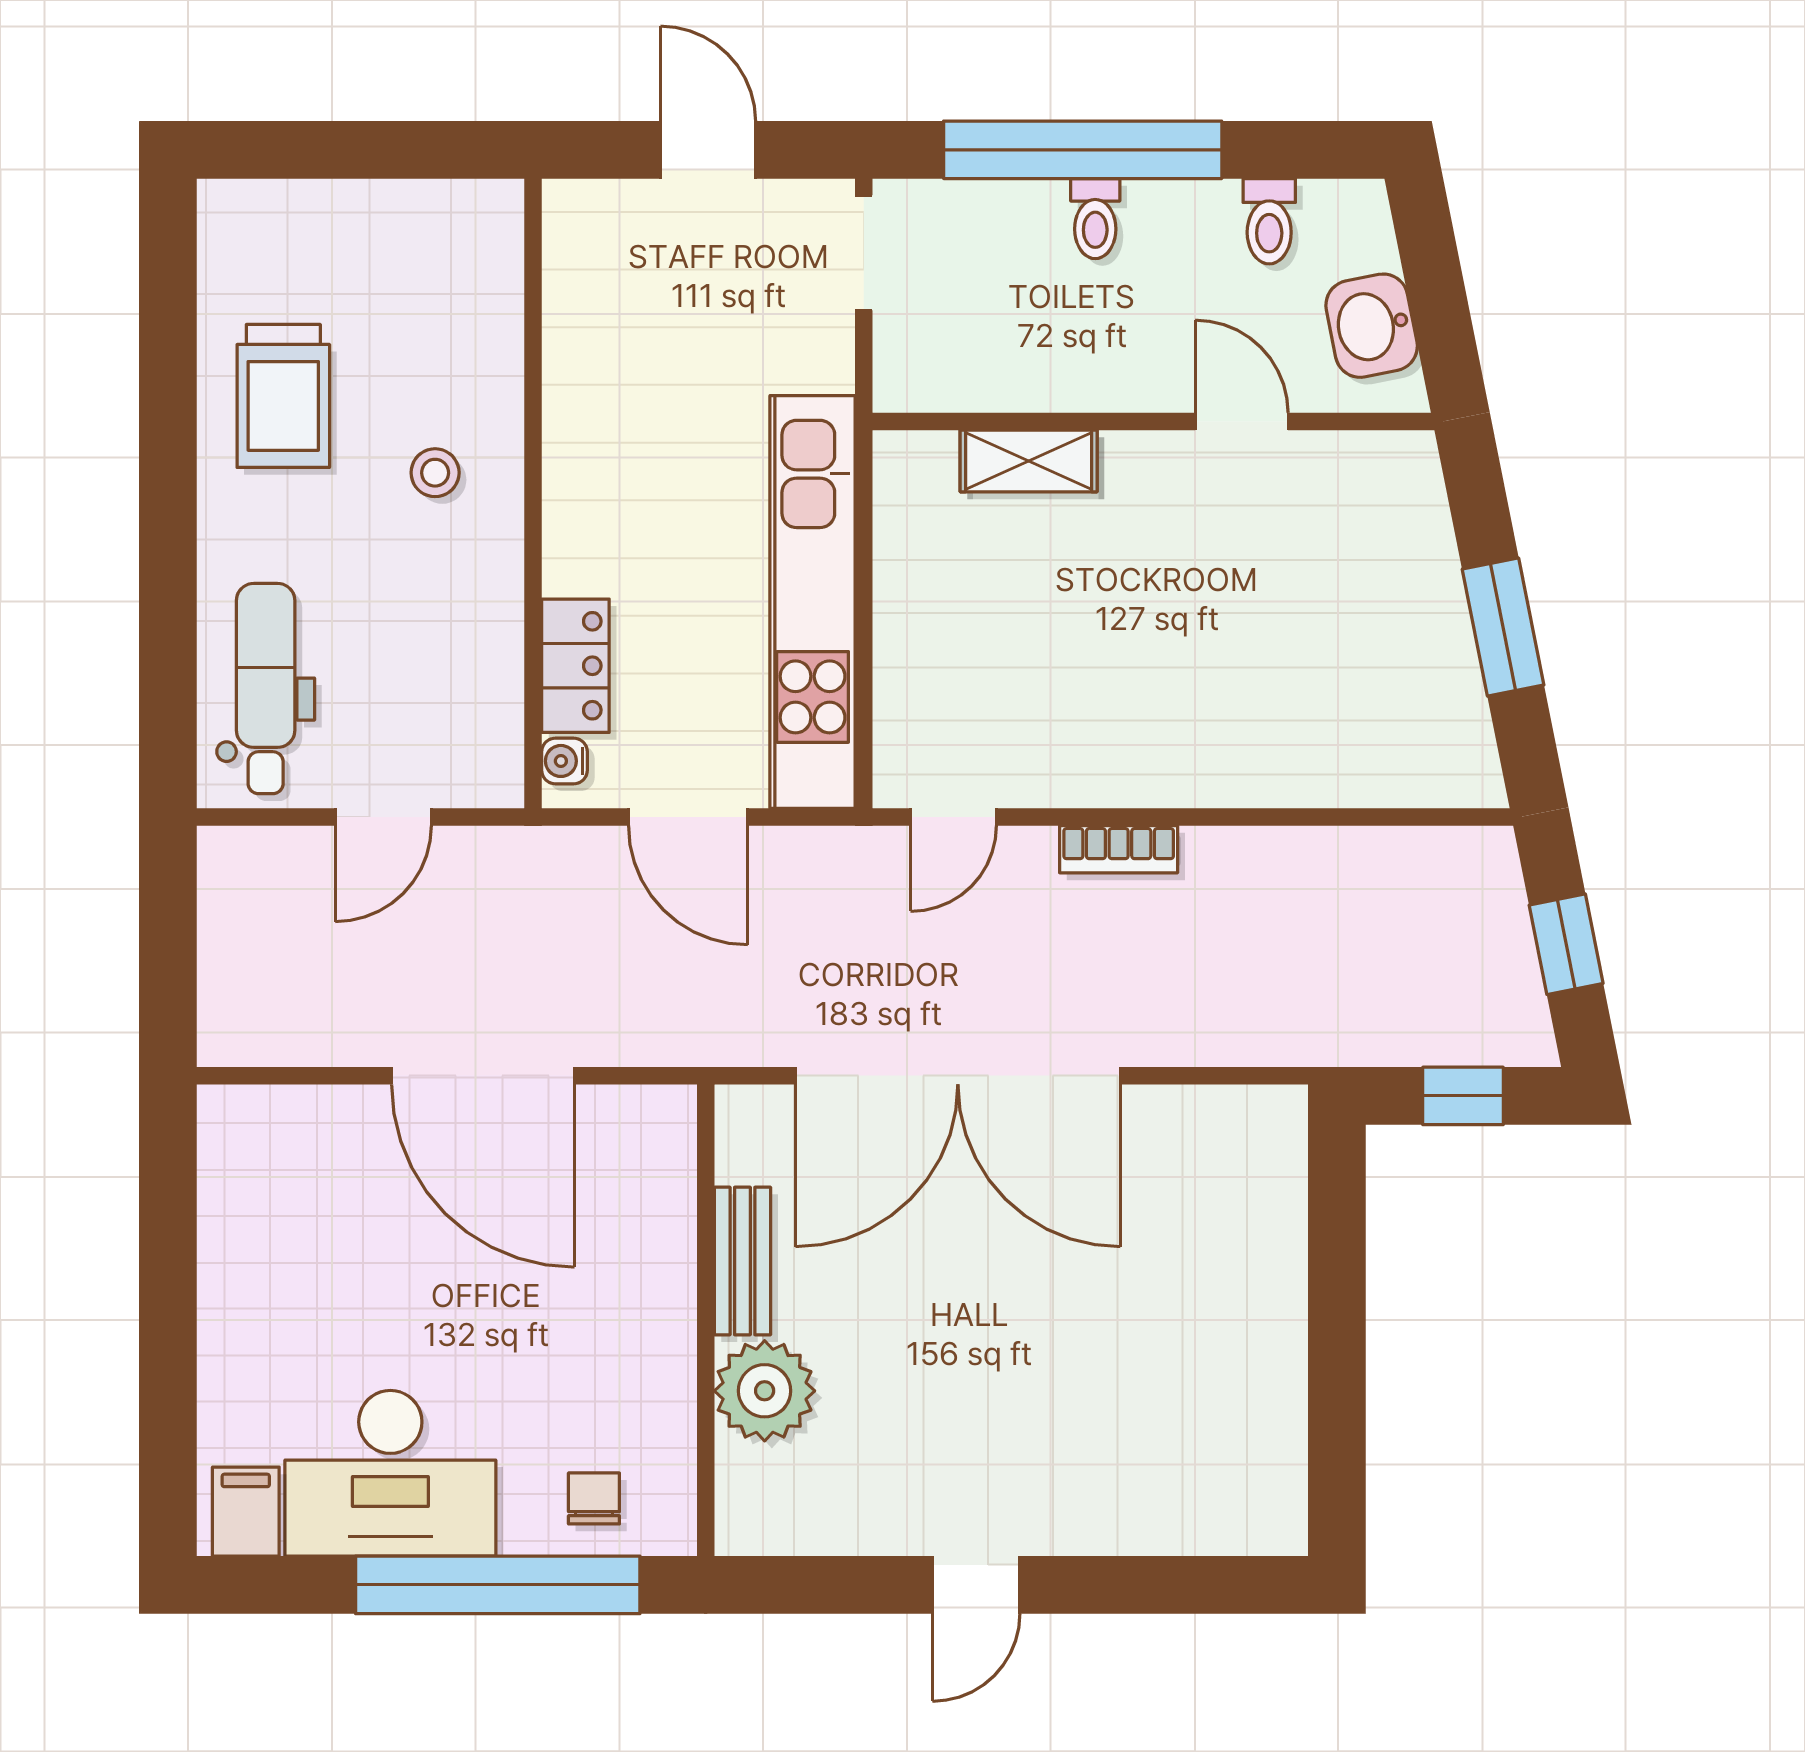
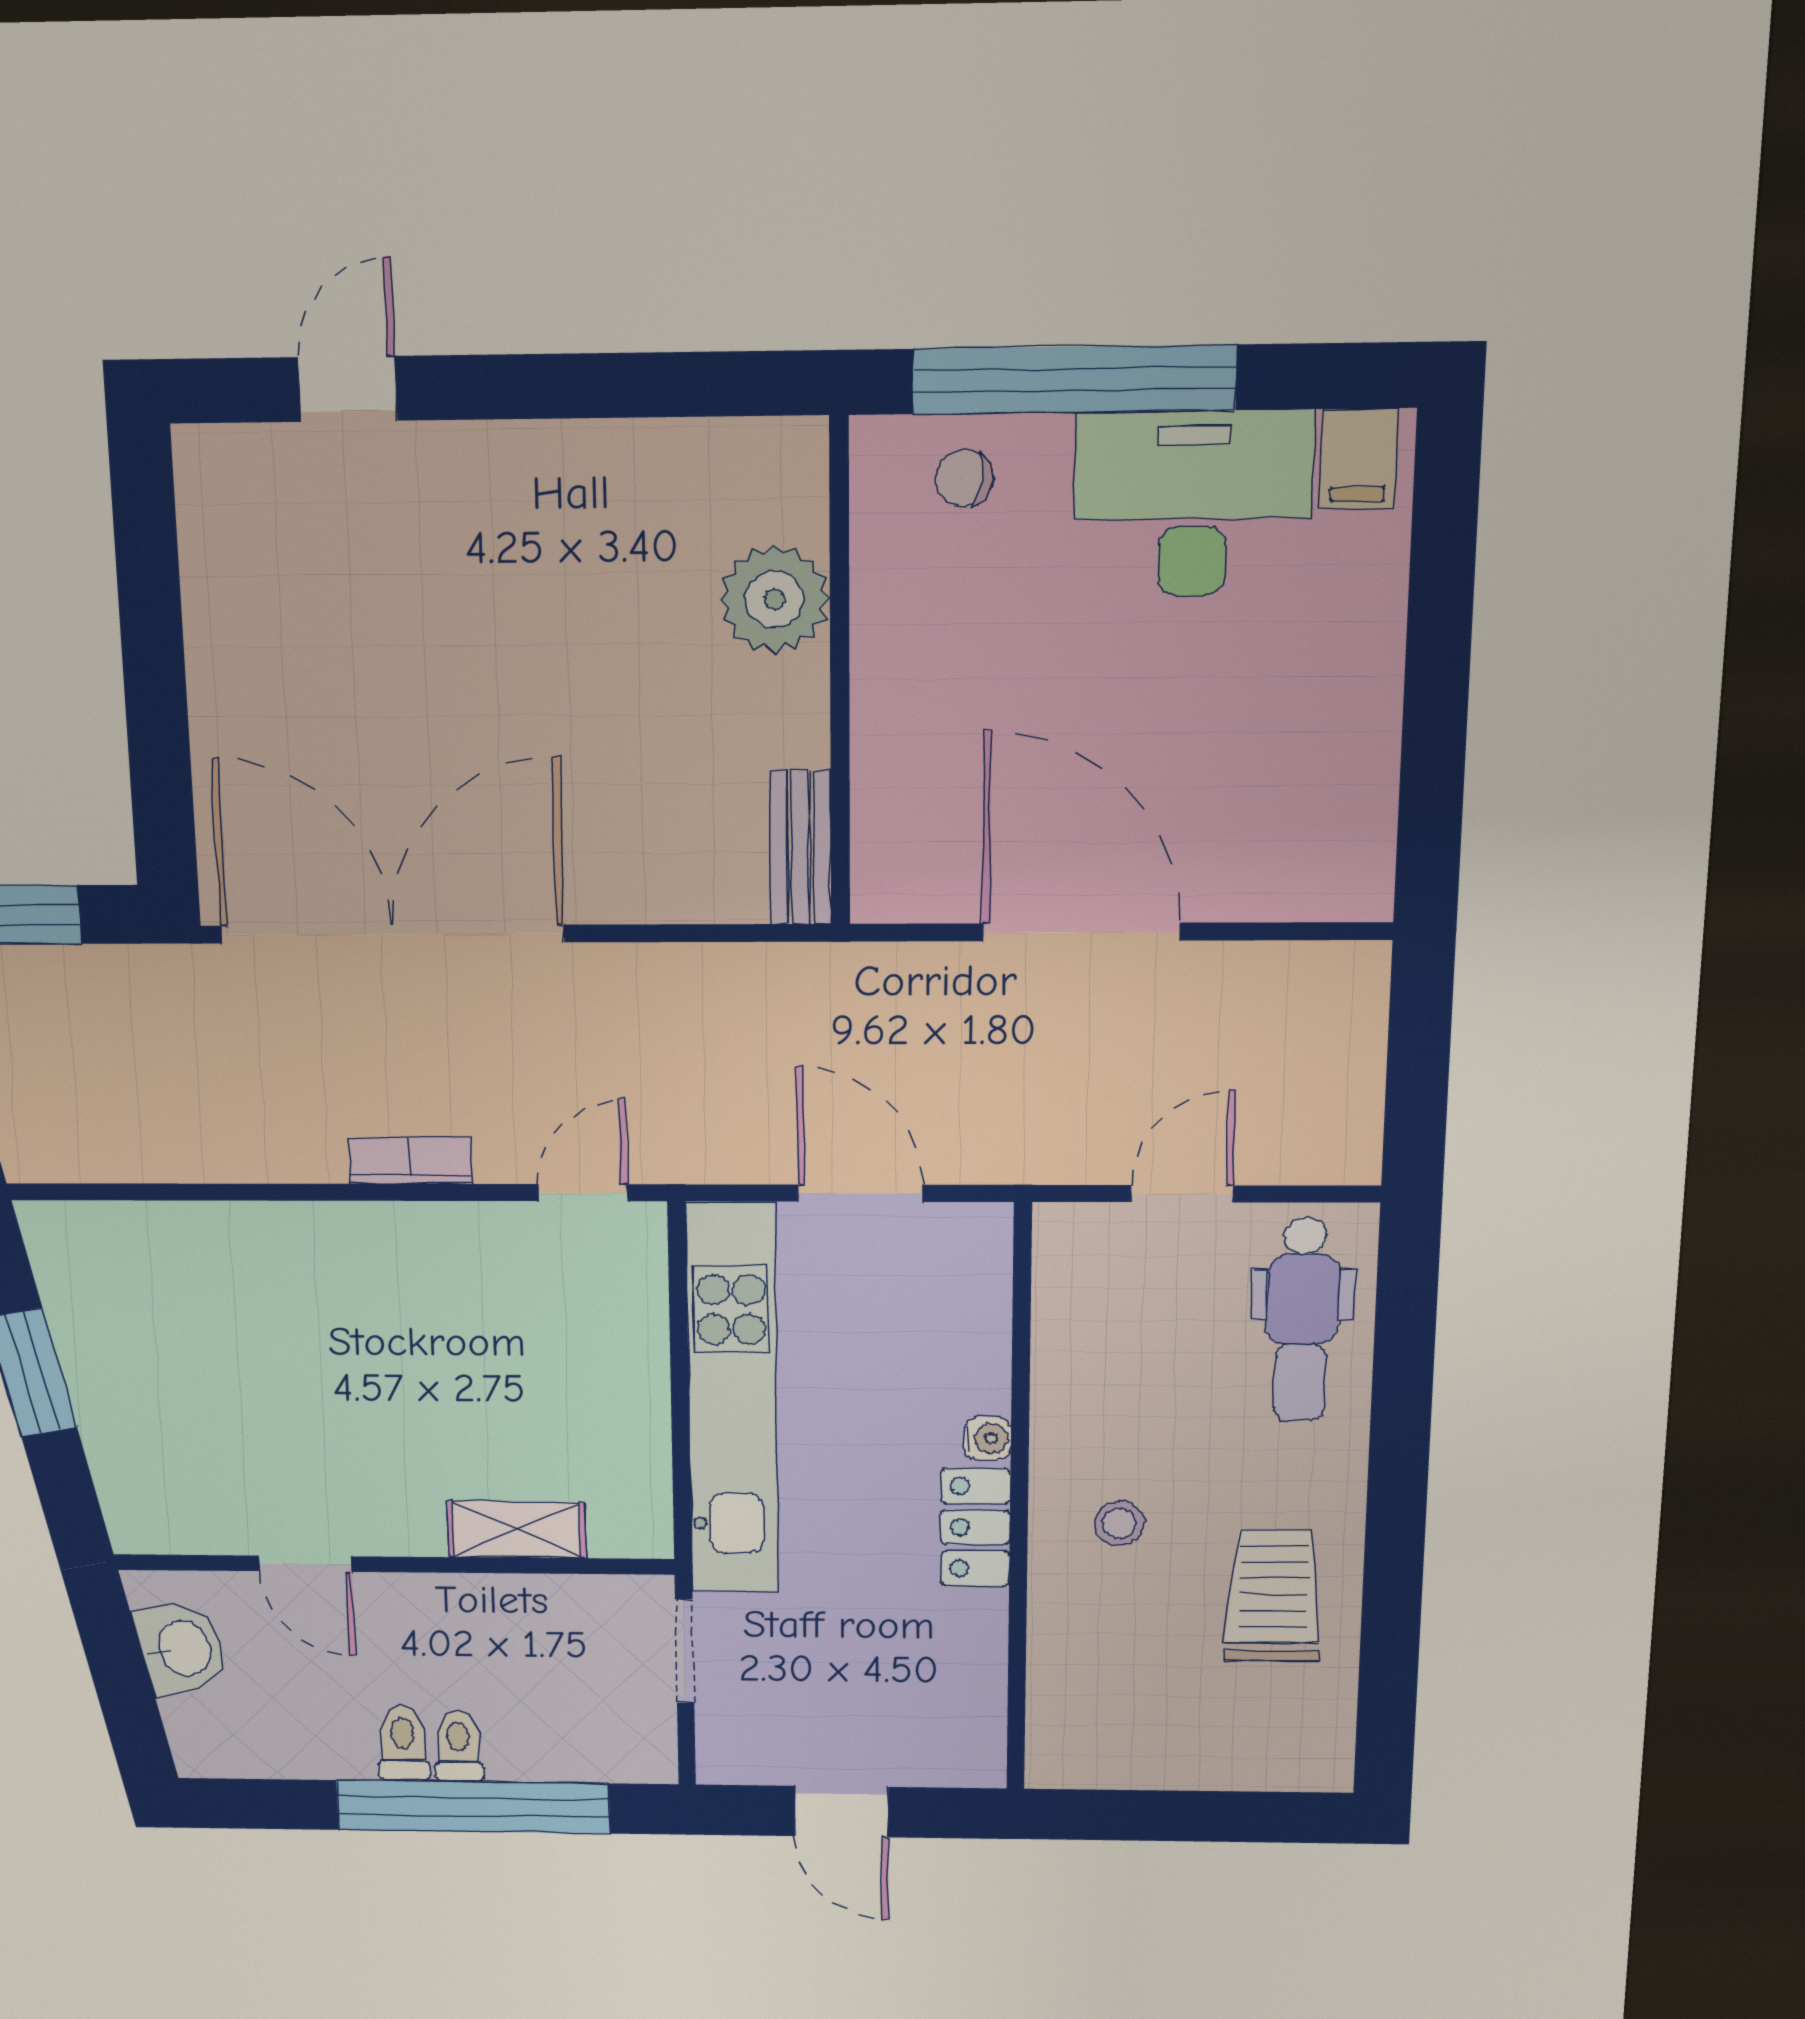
toilet: (1269, 221) -> (403, 1744), moved
doorway: (864, 253) -> (685, 1651), moved
locker: (575, 666) -> (975, 1527), moved
water cooler: (565, 761) -> (988, 1438), moved
double door: (958, 1076) -> (392, 934), moved
bench: (742, 1261) -> (801, 847), moved
chair: (594, 1498) -> (964, 478), turned 99
door: (976, 1585) -> (348, 389), moved

